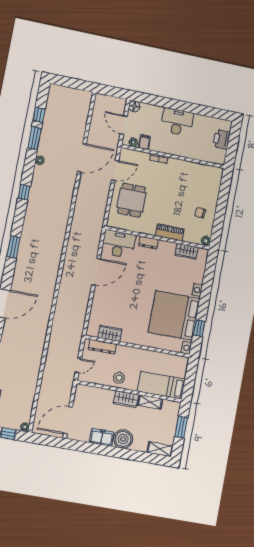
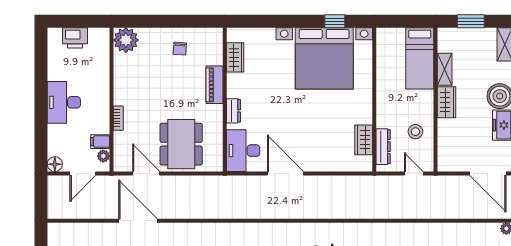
dining table: (132, 200) -> (181, 144), width x1.38
plant: (206, 241) -> (126, 40), moved, width x1.88, depth x1.88
stool: (119, 378) -> (415, 132), moved

